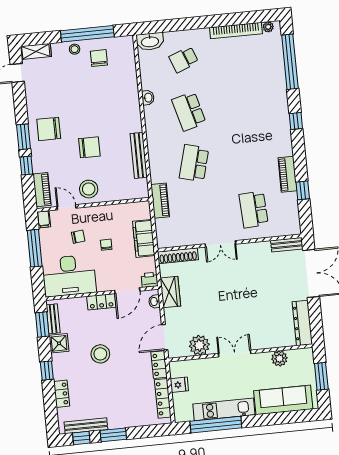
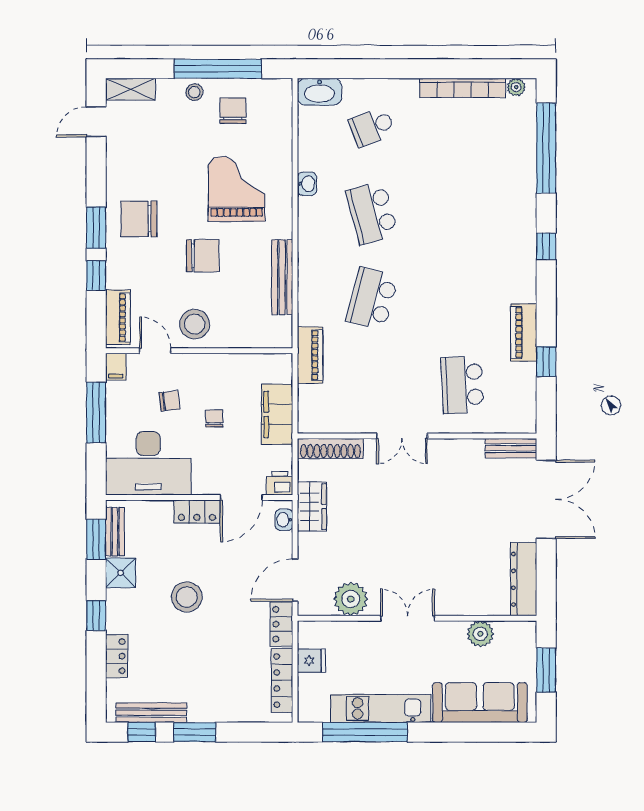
grand piano: (106, 105) -> (237, 189), added

